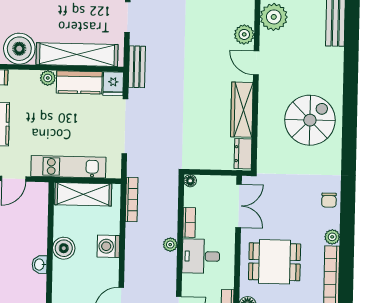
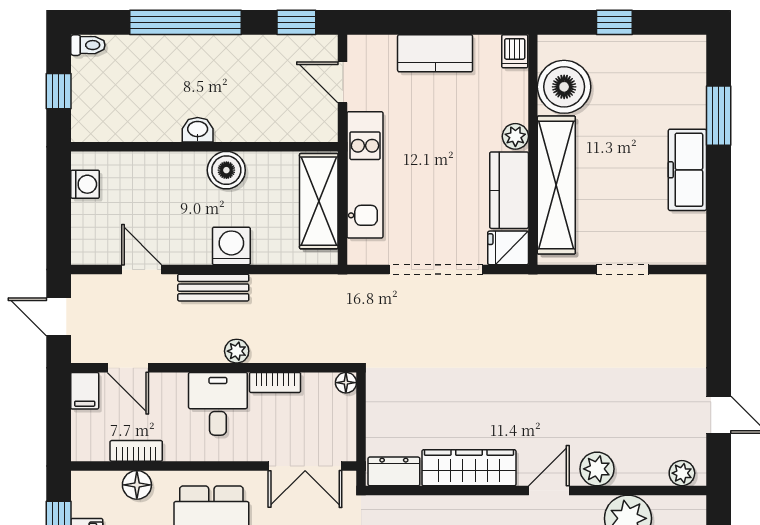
bench: (137, 67) -> (213, 288), moved
bookcase: (132, 199) -> (312, 284), removed

